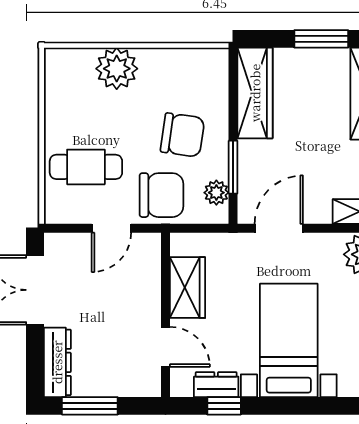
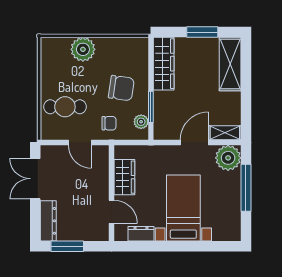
chair: (161, 195) -> (109, 123), width x0.54, depth x0.54
door: (111, 228) -> (80, 143), hinge flipped
door: (279, 228) -> (194, 143), moved
window: (224, 406) -> (146, 246), removed

